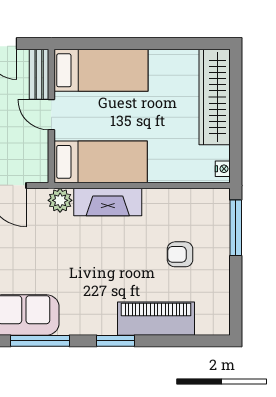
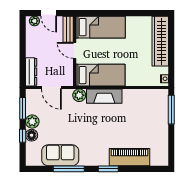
armchair: (180, 254) -> (142, 124), removed

